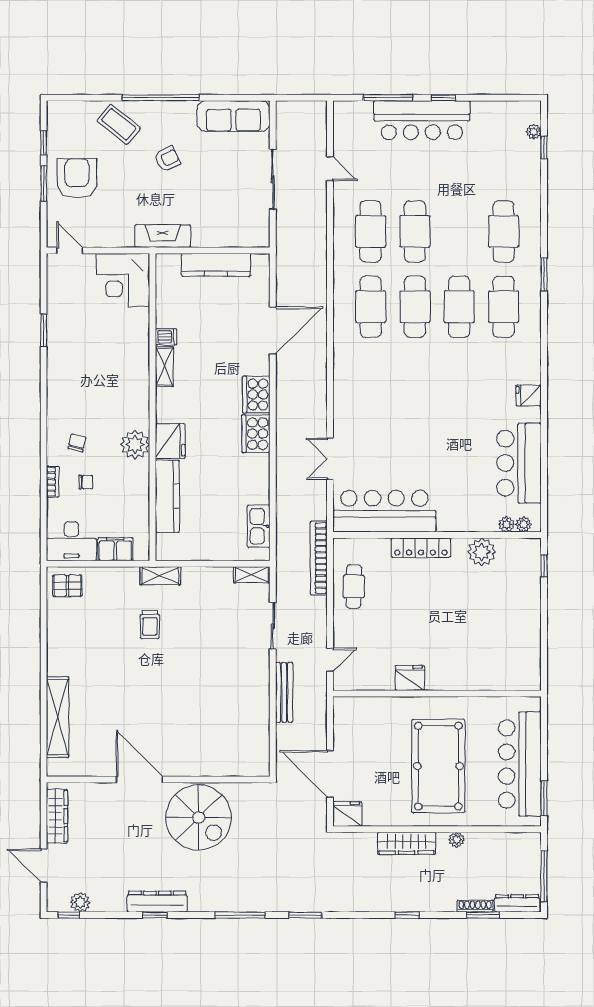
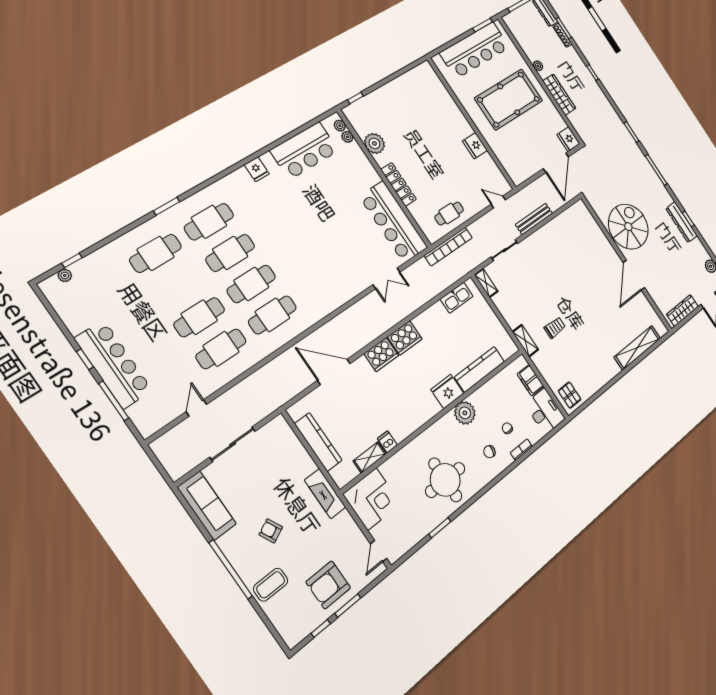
coffee table: (119, 124) -> (271, 585), turned 51
shelving: (164, 367) -> (370, 457), moved
round table: (85, 372) -> (445, 480), added

